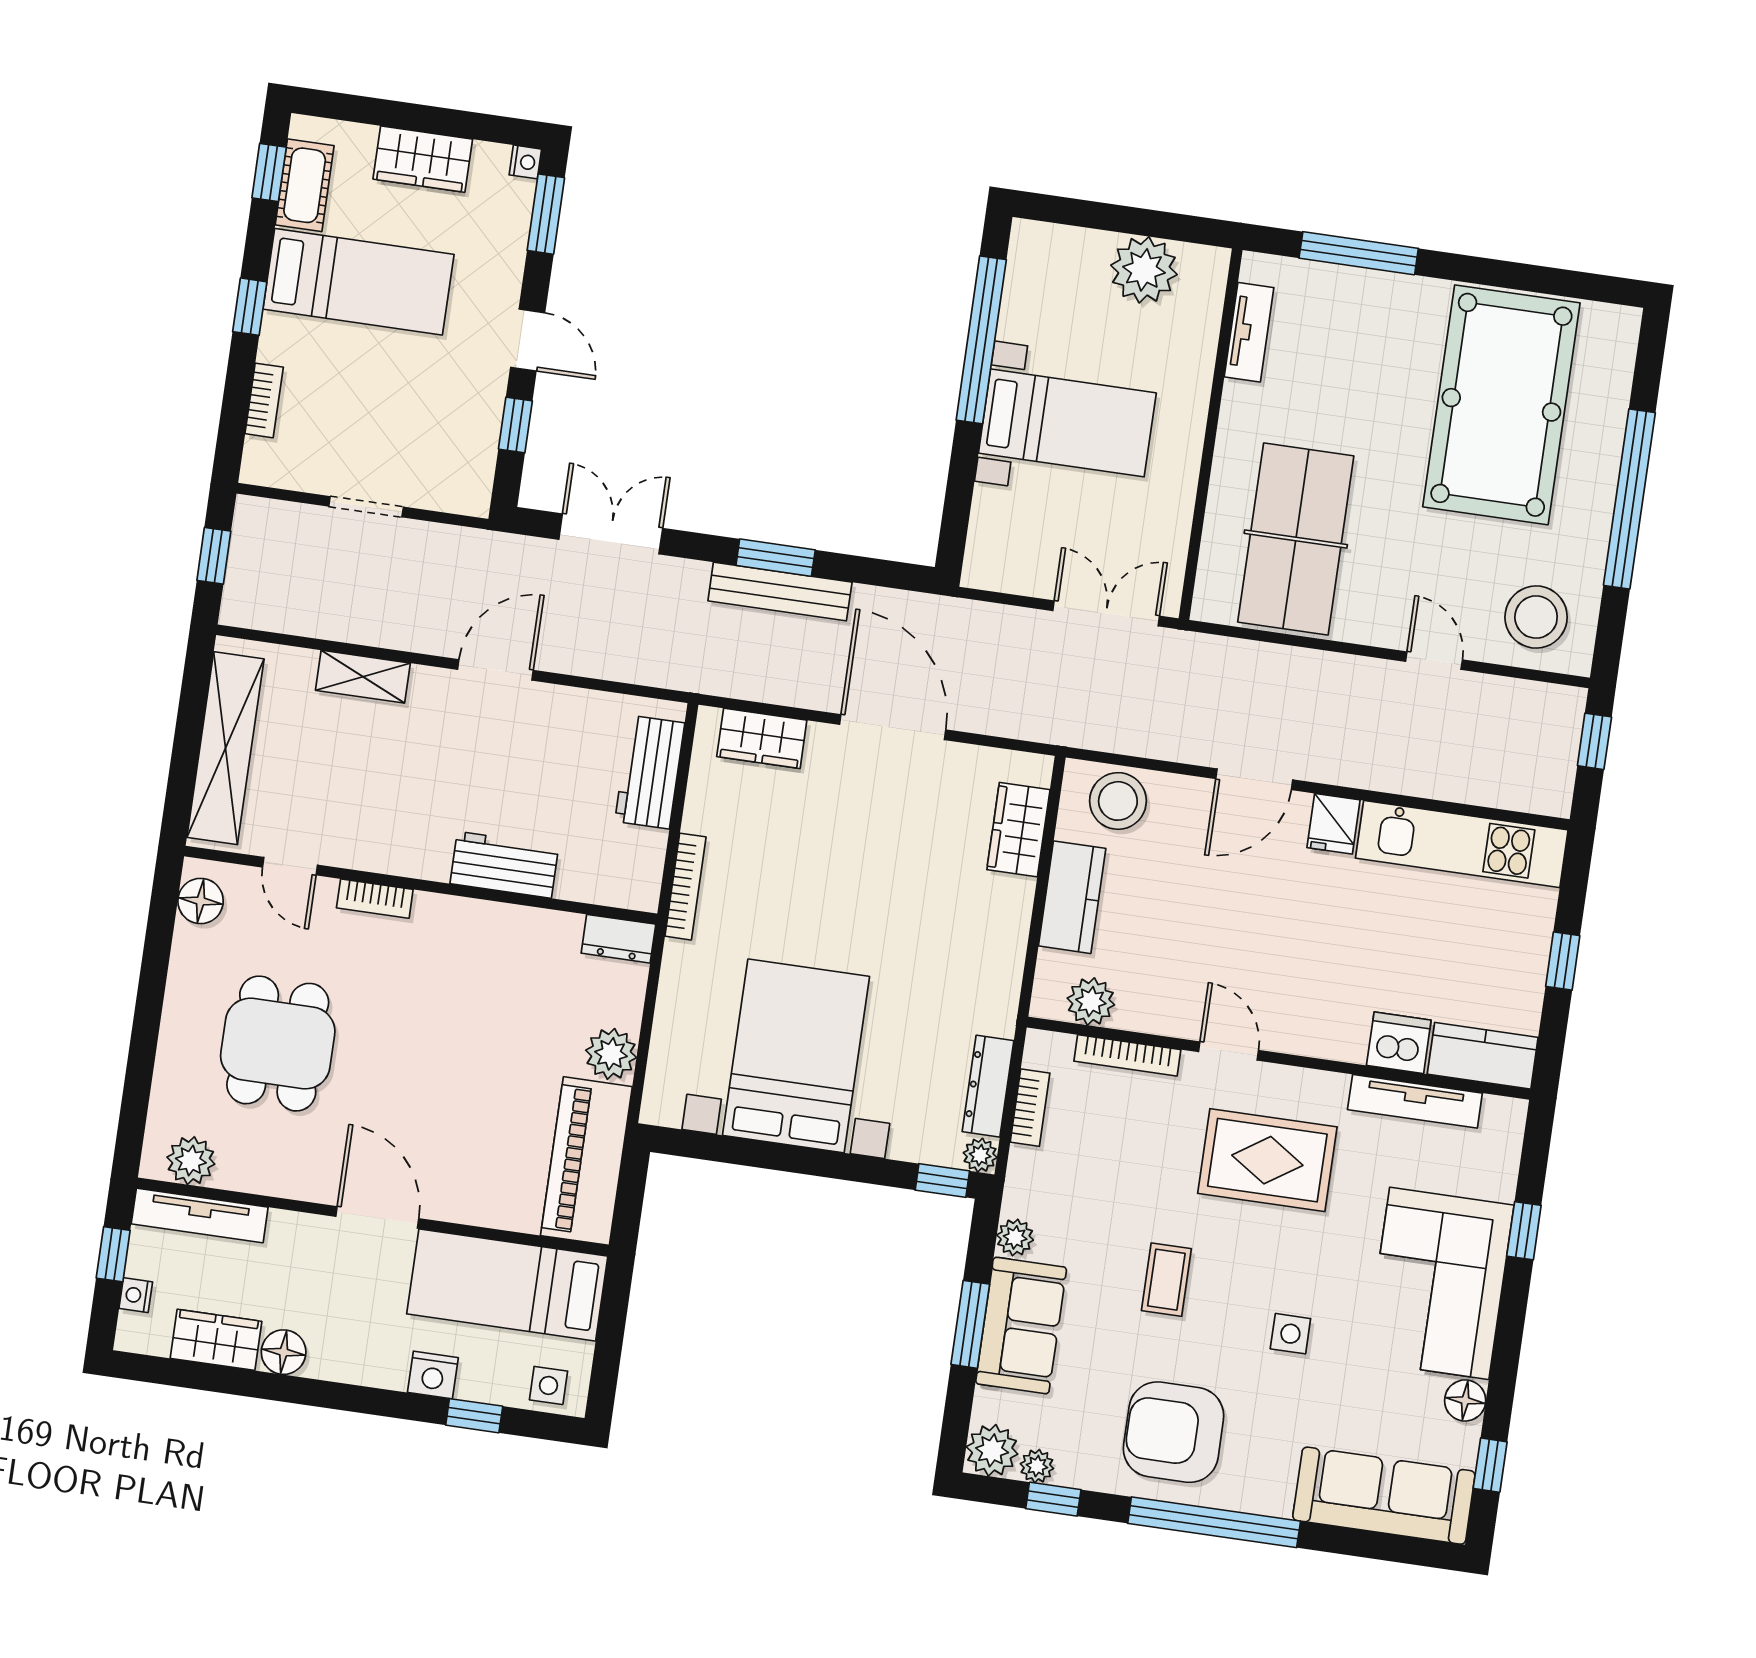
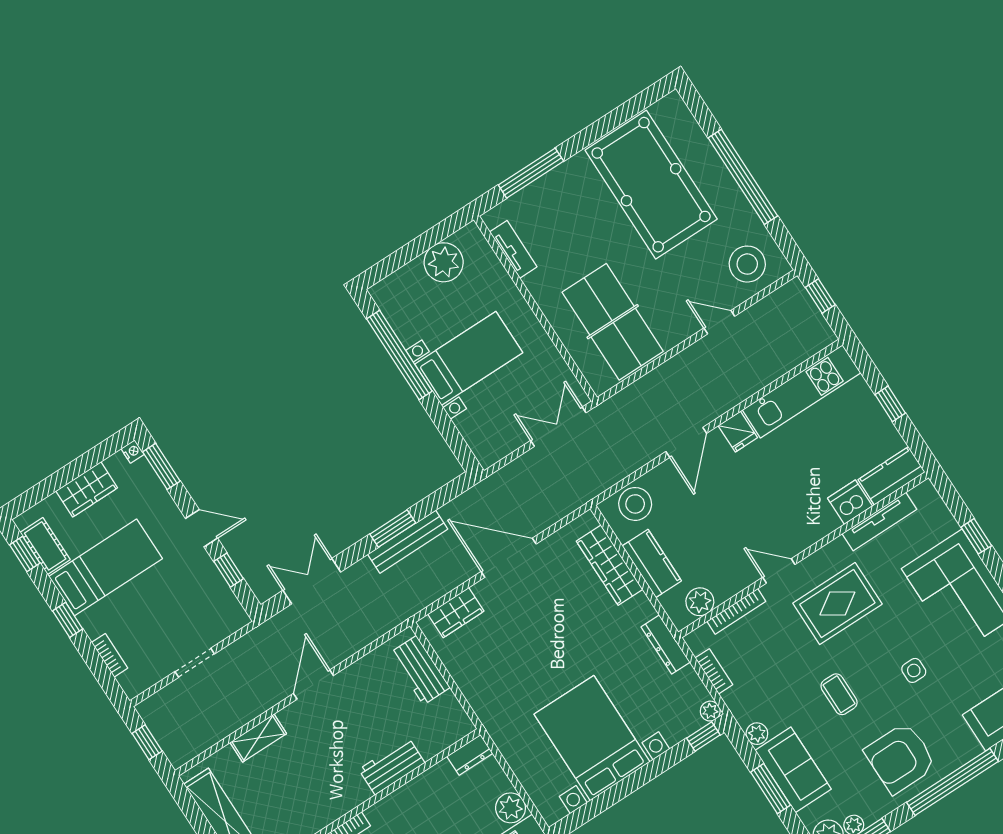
wardrobe: (1018, 830) -> (610, 565), width x1.50
bookcase: (685, 887) -> (479, 706), removed
dresser: (988, 1086) -> (666, 645), moved

